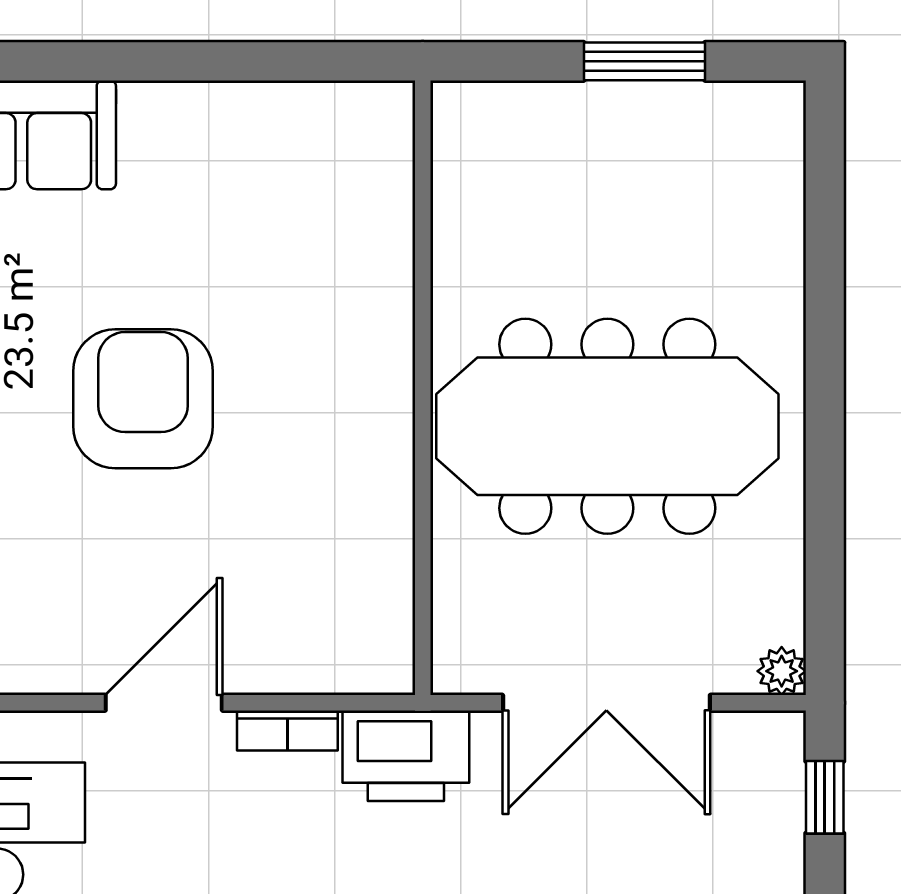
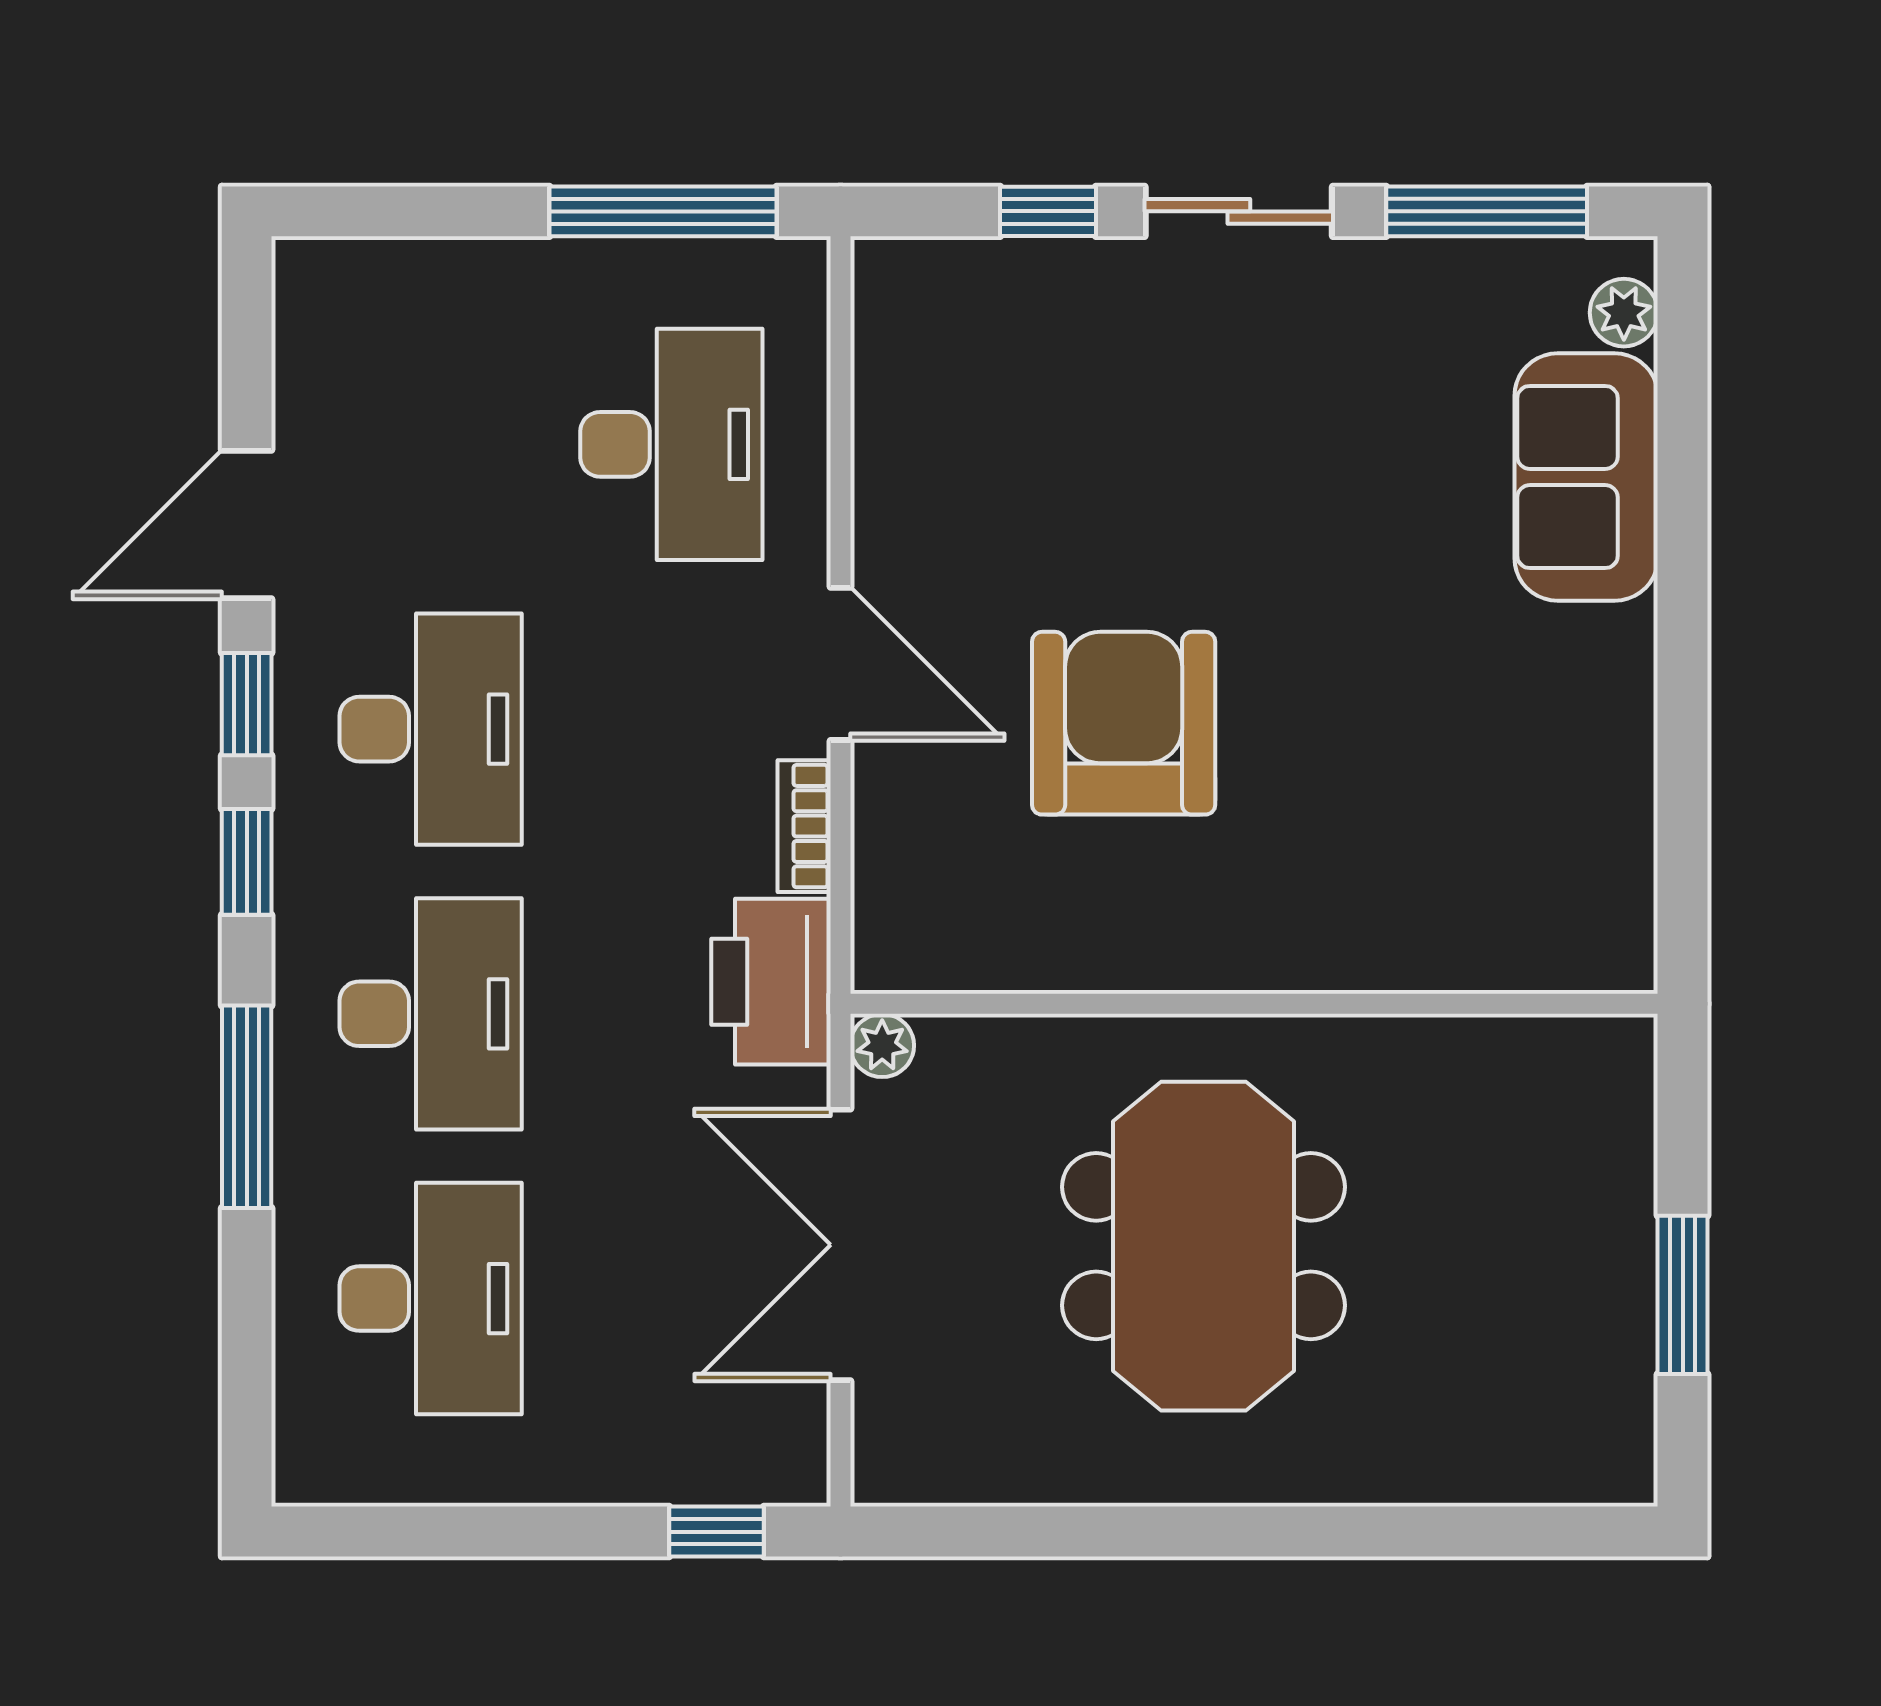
armchair: (143, 399) -> (1124, 723), moved, turned -90
meeting table: (607, 426) -> (1204, 1246), width x0.73
plant: (782, 671) -> (882, 1045), moved

